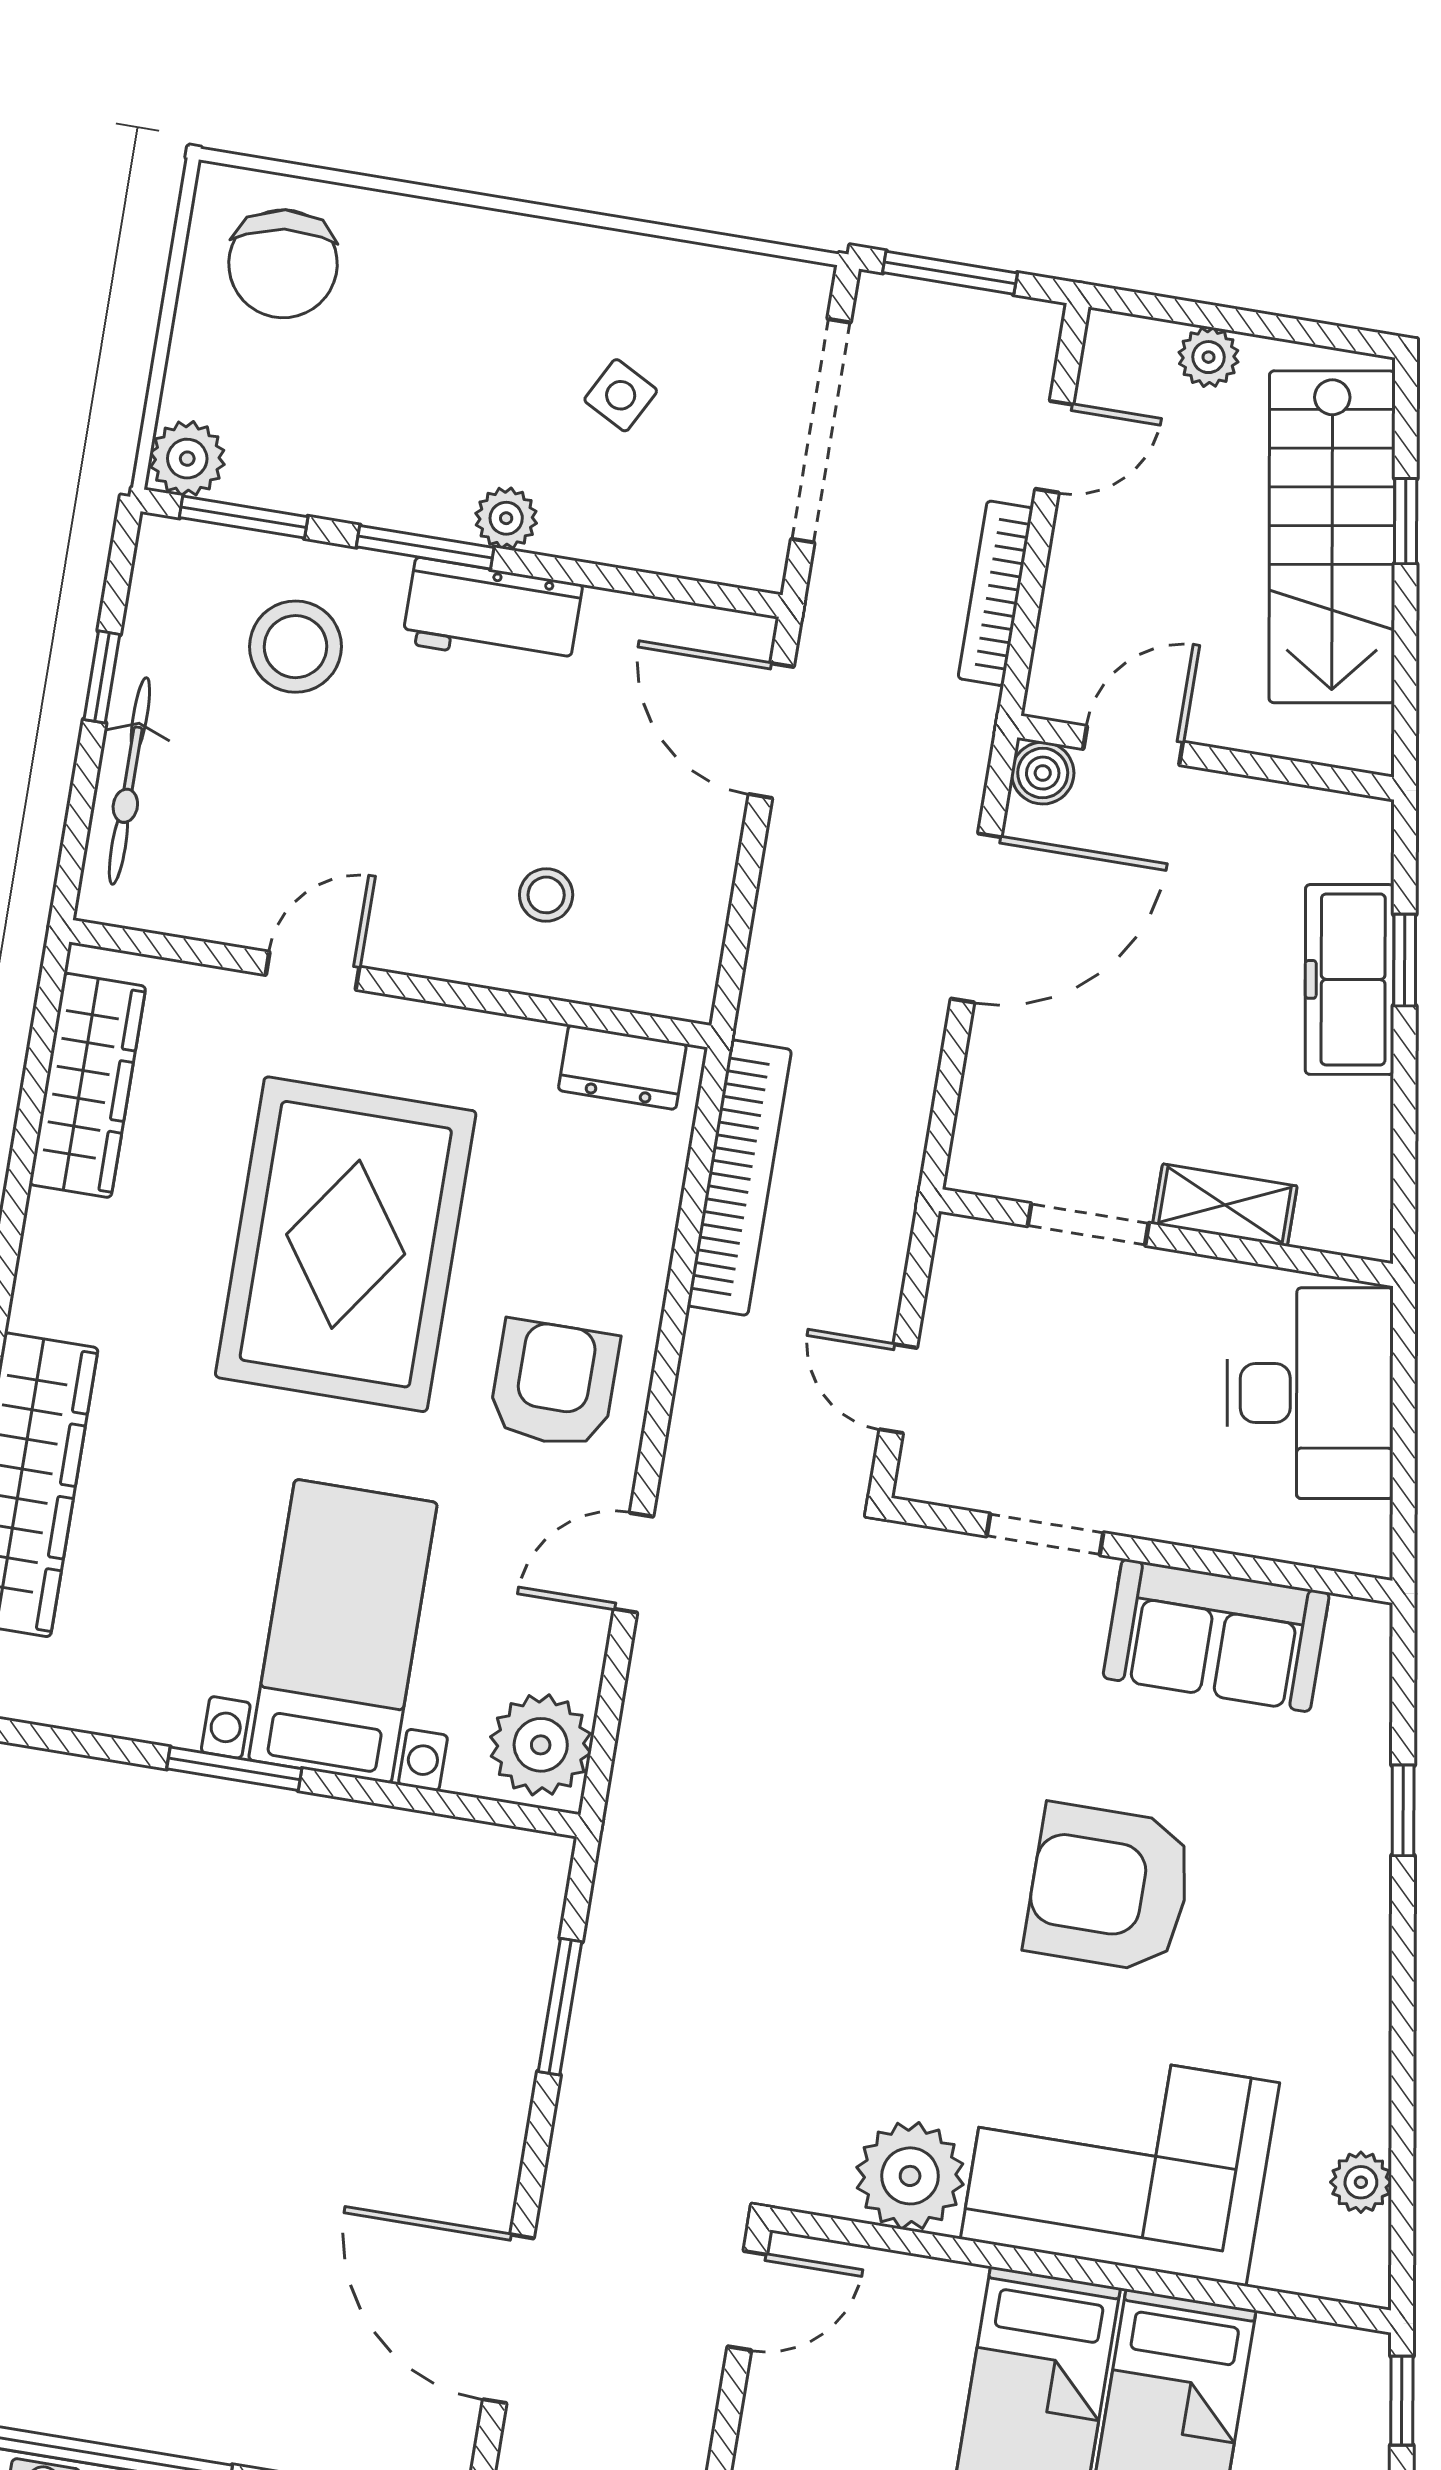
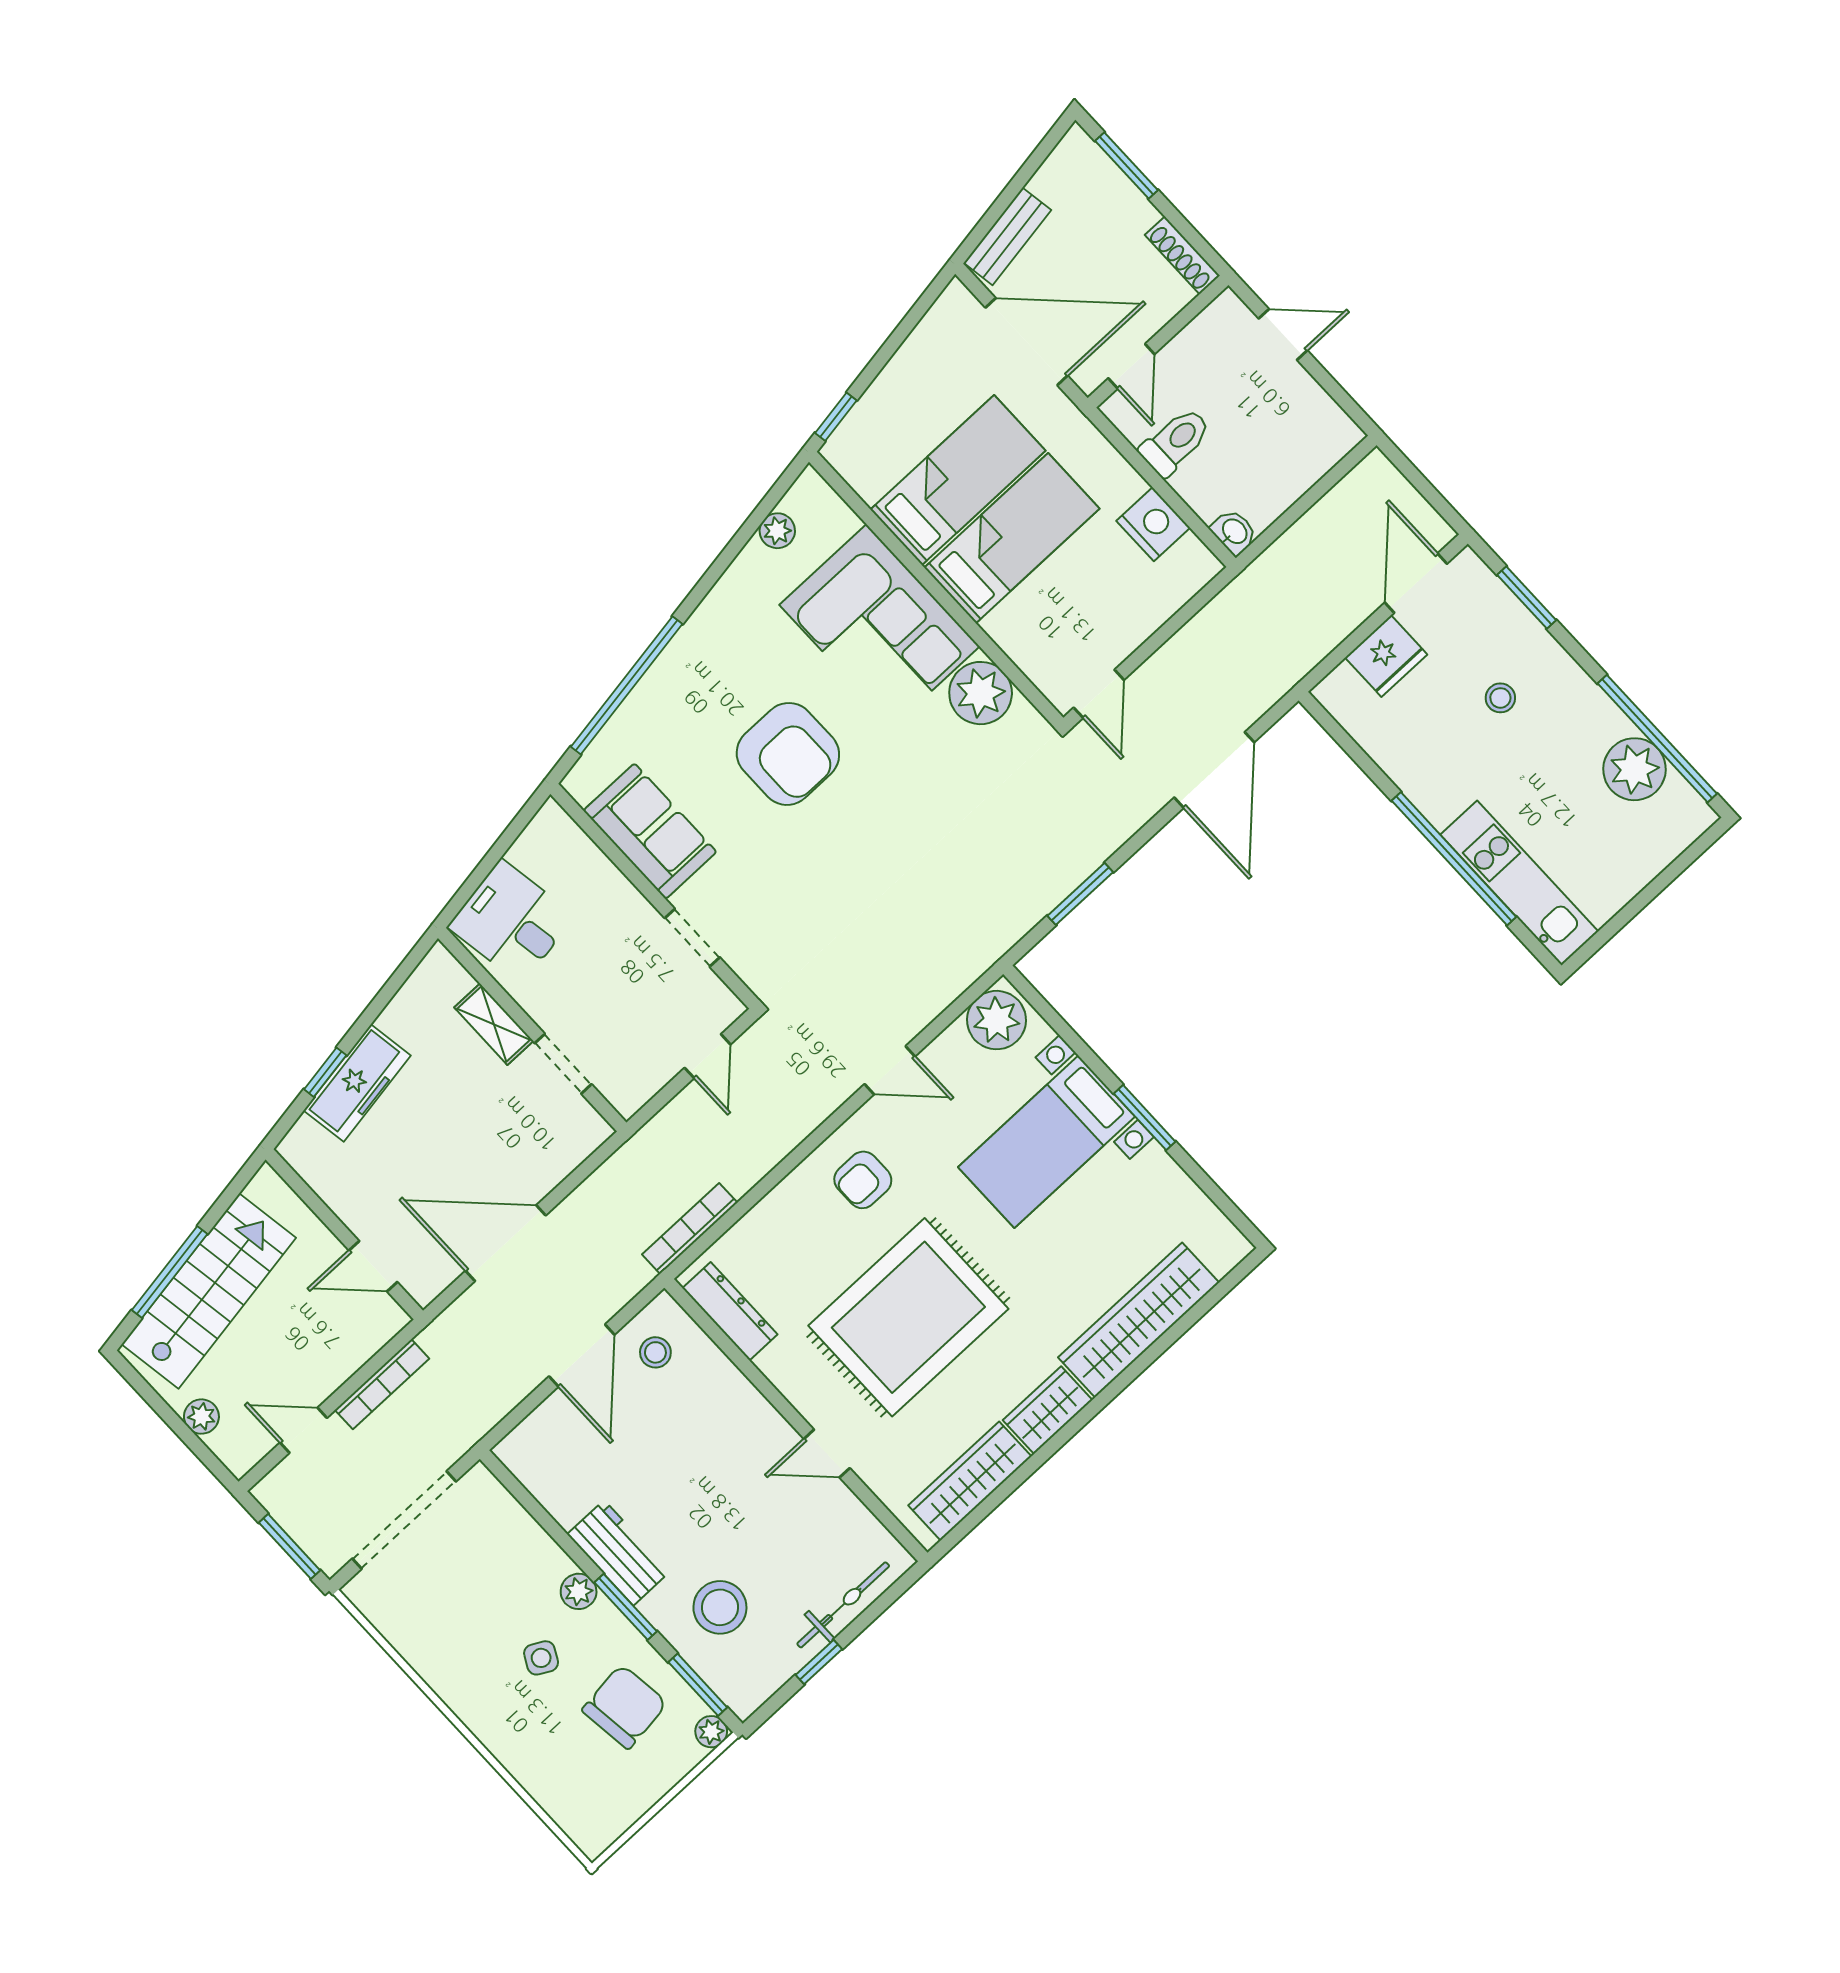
chair: (283, 264) -> (625, 1707), moved
side table: (621, 395) -> (541, 1658), moved
plant: (187, 459) -> (711, 1732), width x0.73, depth x0.73
window: (1406, 521) -> (170, 1272), width x2.17
door: (771, 731) -> (582, 1356), moved
boiler: (1043, 773) -> (424, 1286), removed
stool: (546, 895) -> (655, 1352), moved
dresser: (622, 1067) -> (730, 1311), width x1.44
bookcase: (739, 1178) -> (690, 1229), width x0.68, depth x0.76
wardrobe: (56, 1265) -> (1048, 1410), added
armchair: (554, 1384) -> (863, 1180), width x0.72, depth x0.72
desk: (1310, 1393) -> (511, 921), width x0.73
window: (1403, 1810) -> (627, 685), width x3.17
door: (747, 2300) -> (1099, 694), swing flipped

